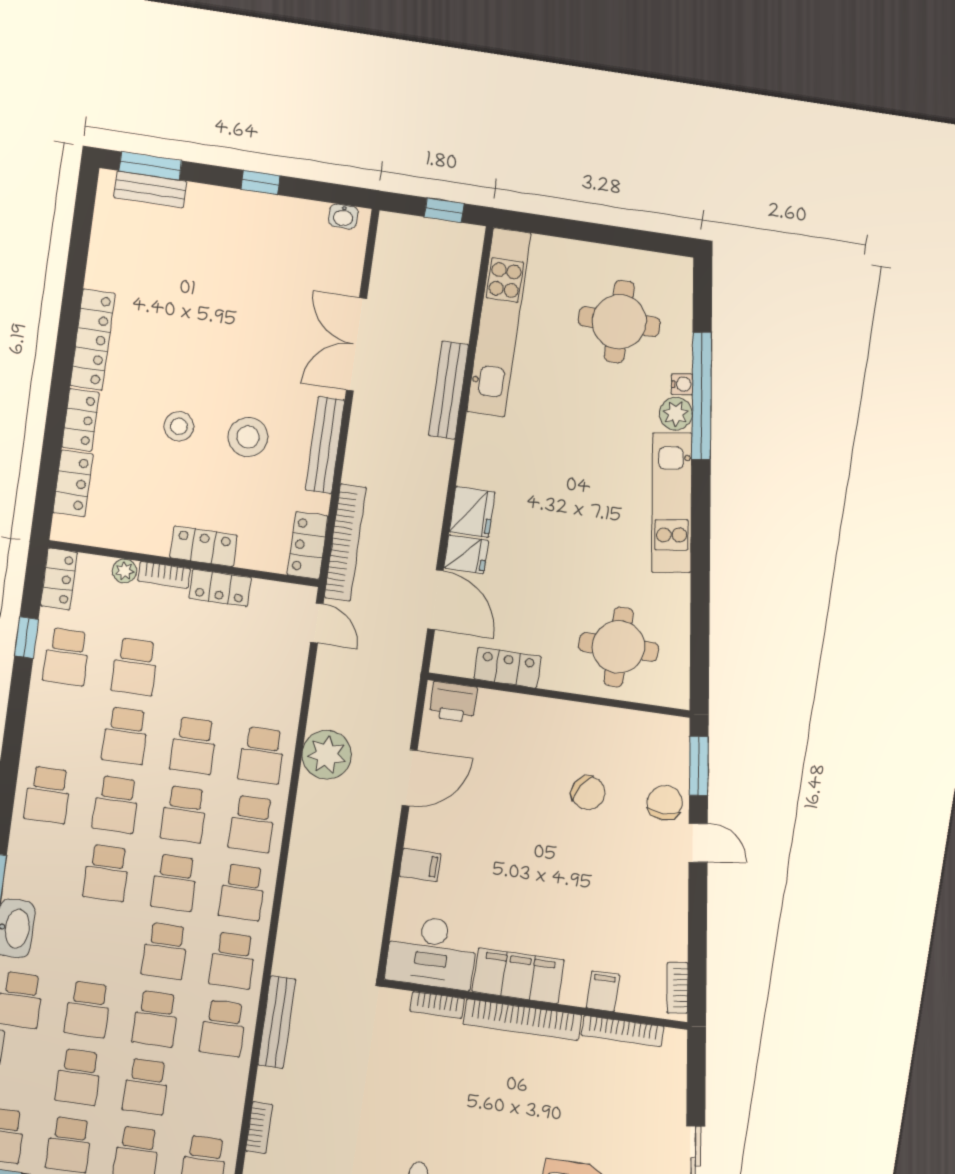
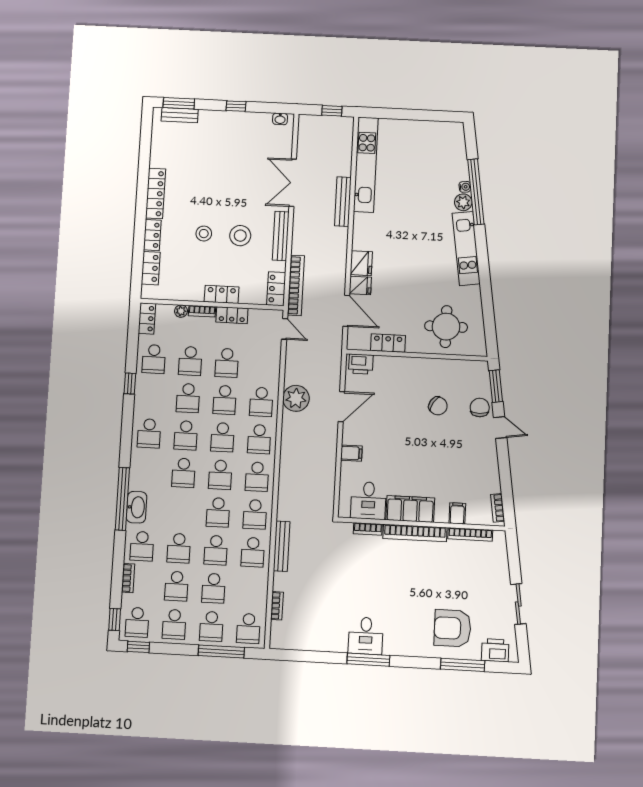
round table: (619, 322) -> (429, 158), removed
window: (26, 638) -> (130, 383), moved
school desk: (203, 677) -> (227, 363), added
desk: (432, 952) -> (368, 501), width x0.73

